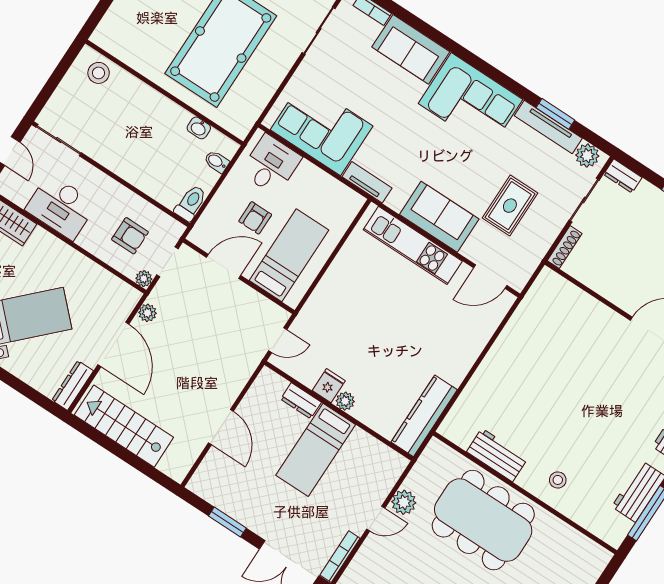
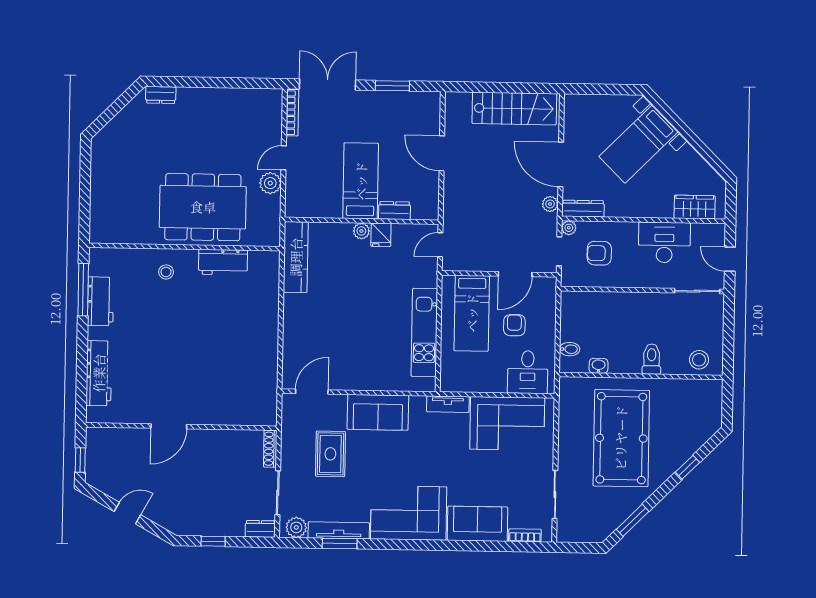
toilet: (191, 203) -> (652, 359), moved, turned 180
kitchen unit: (413, 245) -> (424, 332), moved, turned -90
dresser: (73, 385) -> (583, 209), moved, turned -90

